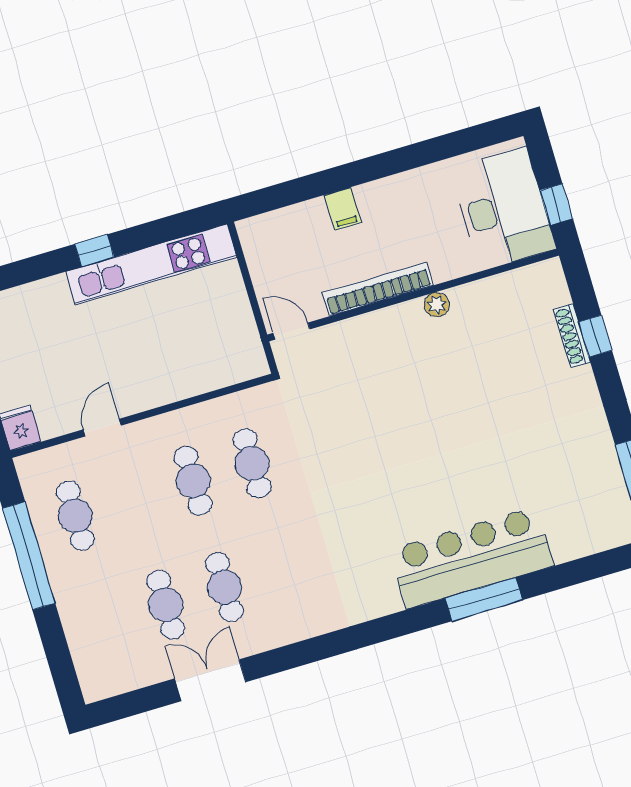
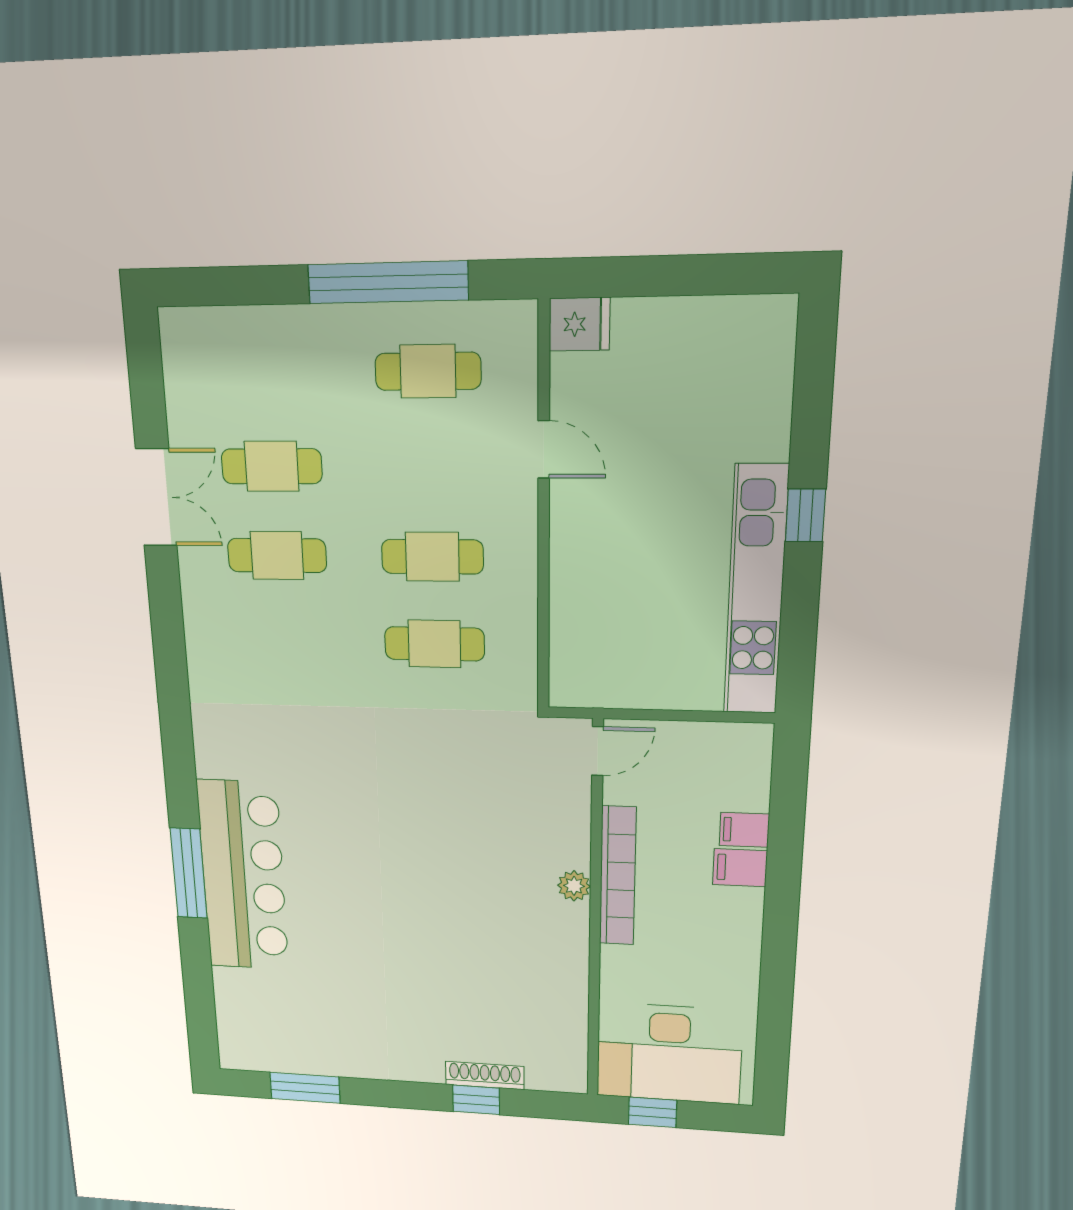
filing cabinet: (315, 215) -> (744, 830), added
plant: (437, 305) -> (574, 886), moved

